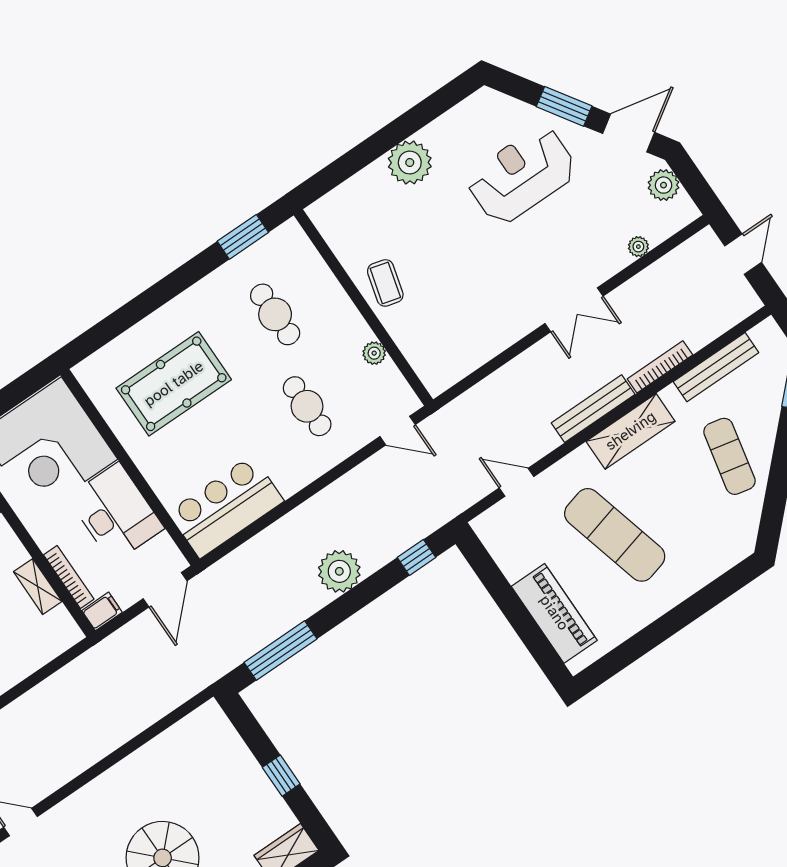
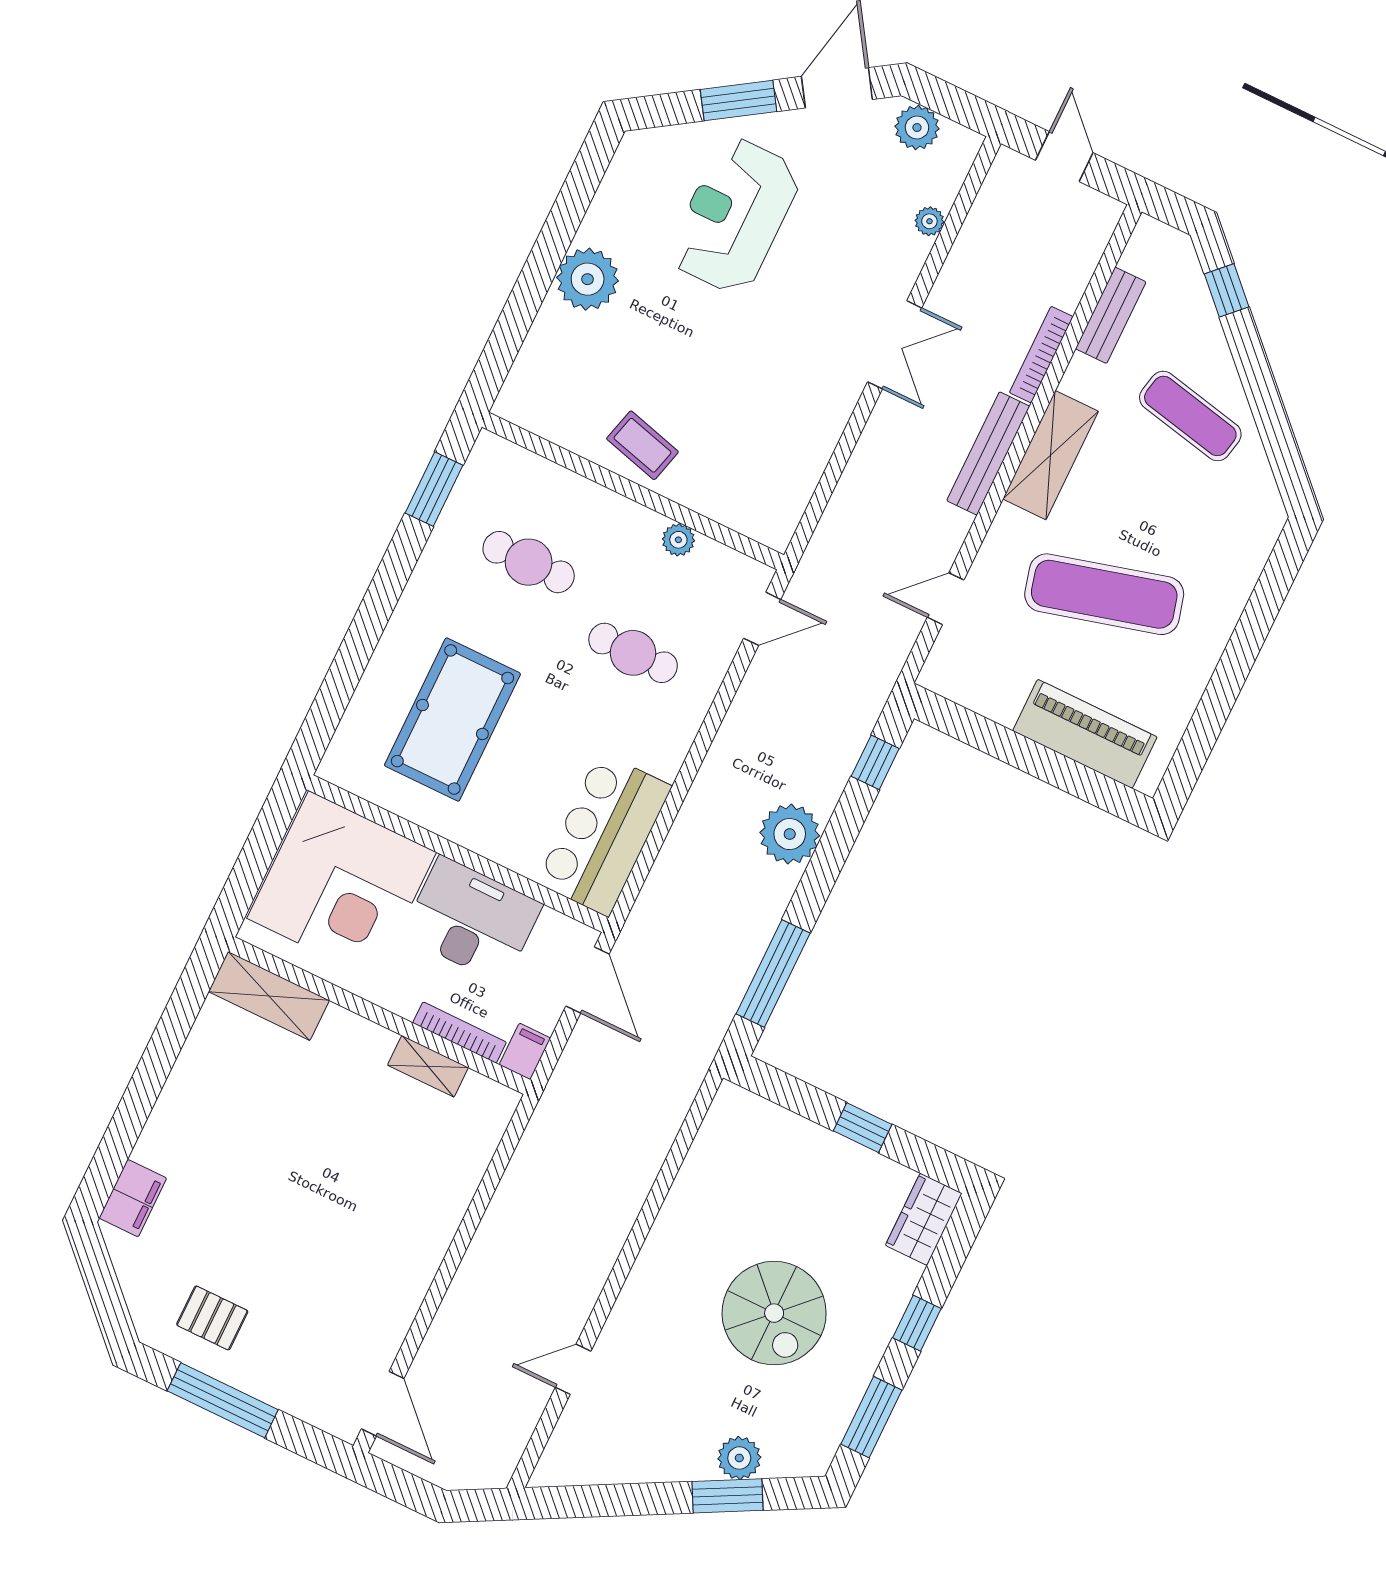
bench: (716, 367) -> (1111, 315), width x0.73

